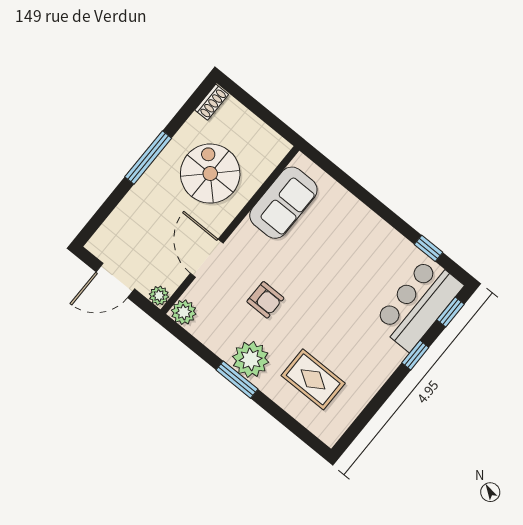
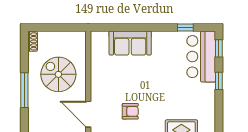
sofa: (283, 203) -> (130, 43), moved, turned 90

